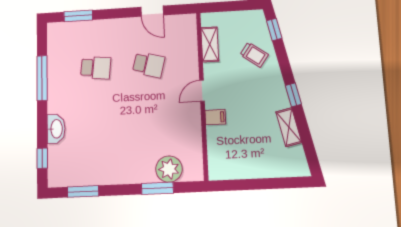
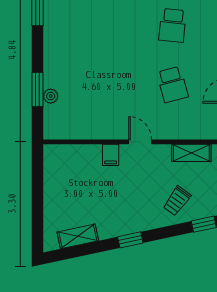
school desk: (149, 65) -> (172, 85), turned -30
shelving: (289, 127) -> (78, 236), moved
plant: (169, 169) -> (51, 96), width x0.53, depth x0.53

